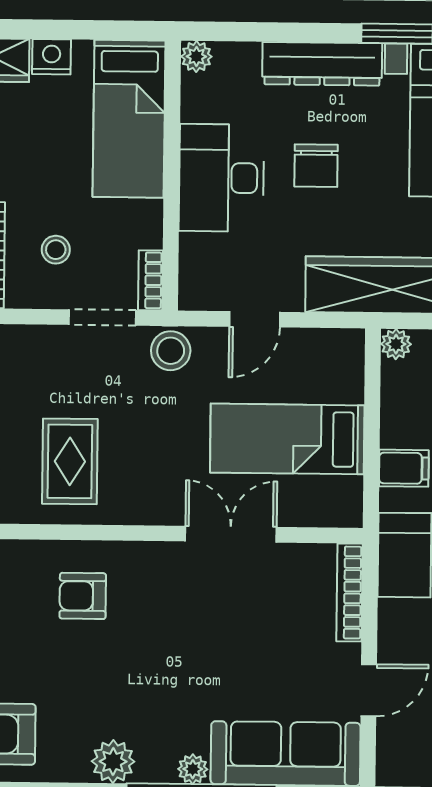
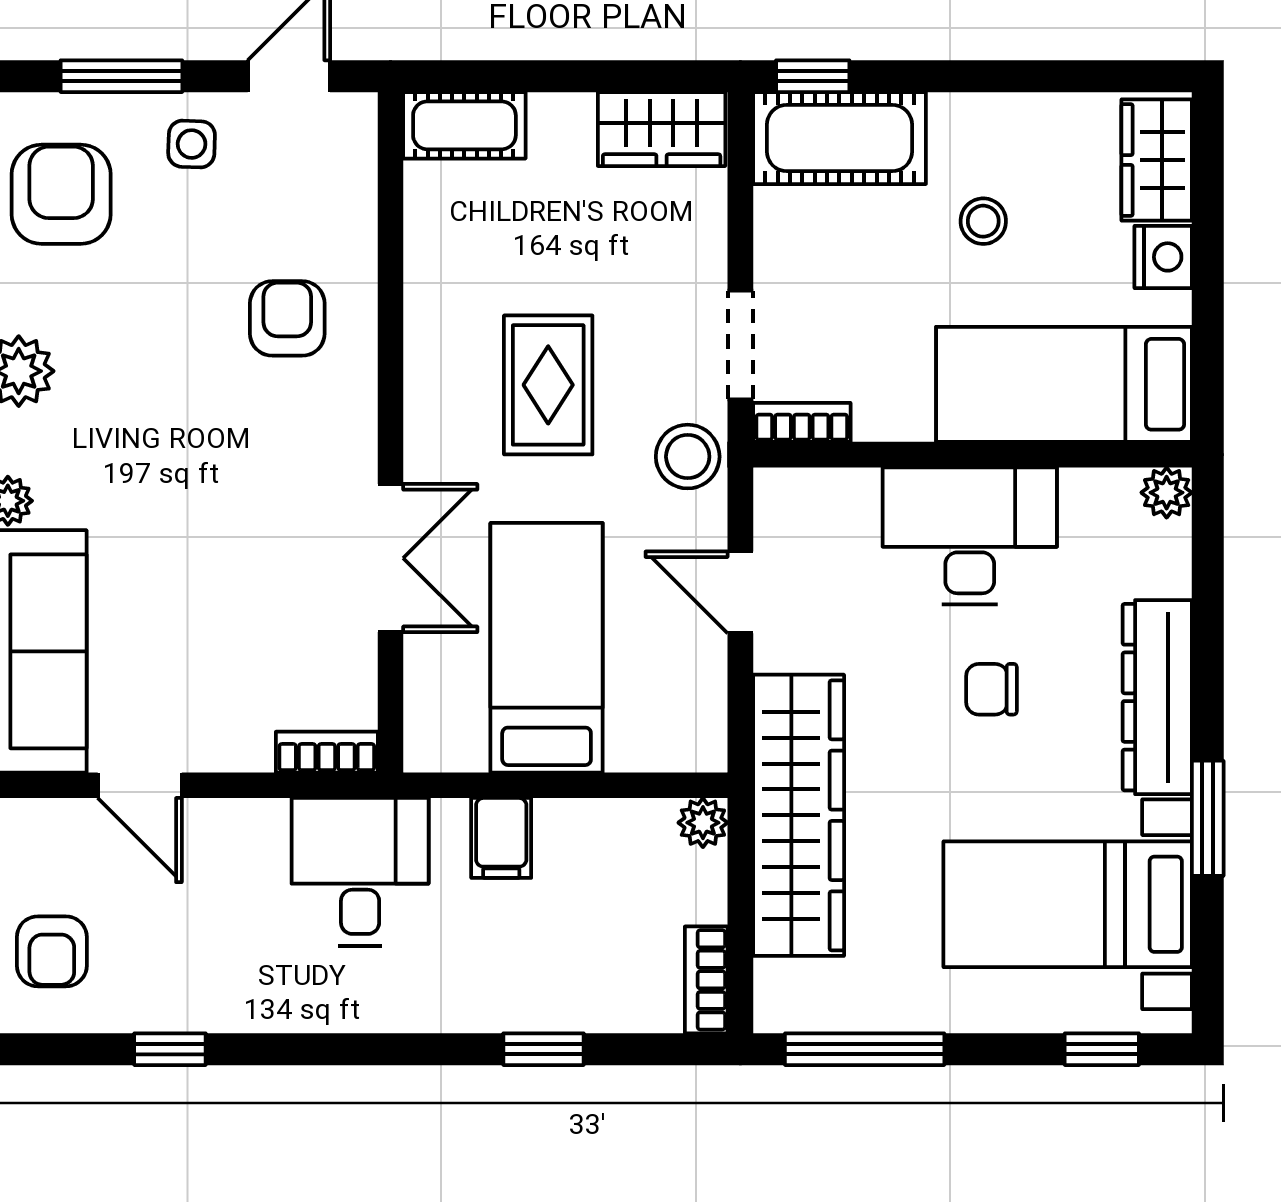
chair: (316, 166) -> (991, 689), width x0.73, depth x0.73
stool: (56, 250) -> (983, 221), moved
rug: (70, 461) -> (548, 385), moved, turned 90
bookcase: (350, 592) -> (327, 752), width x0.64

